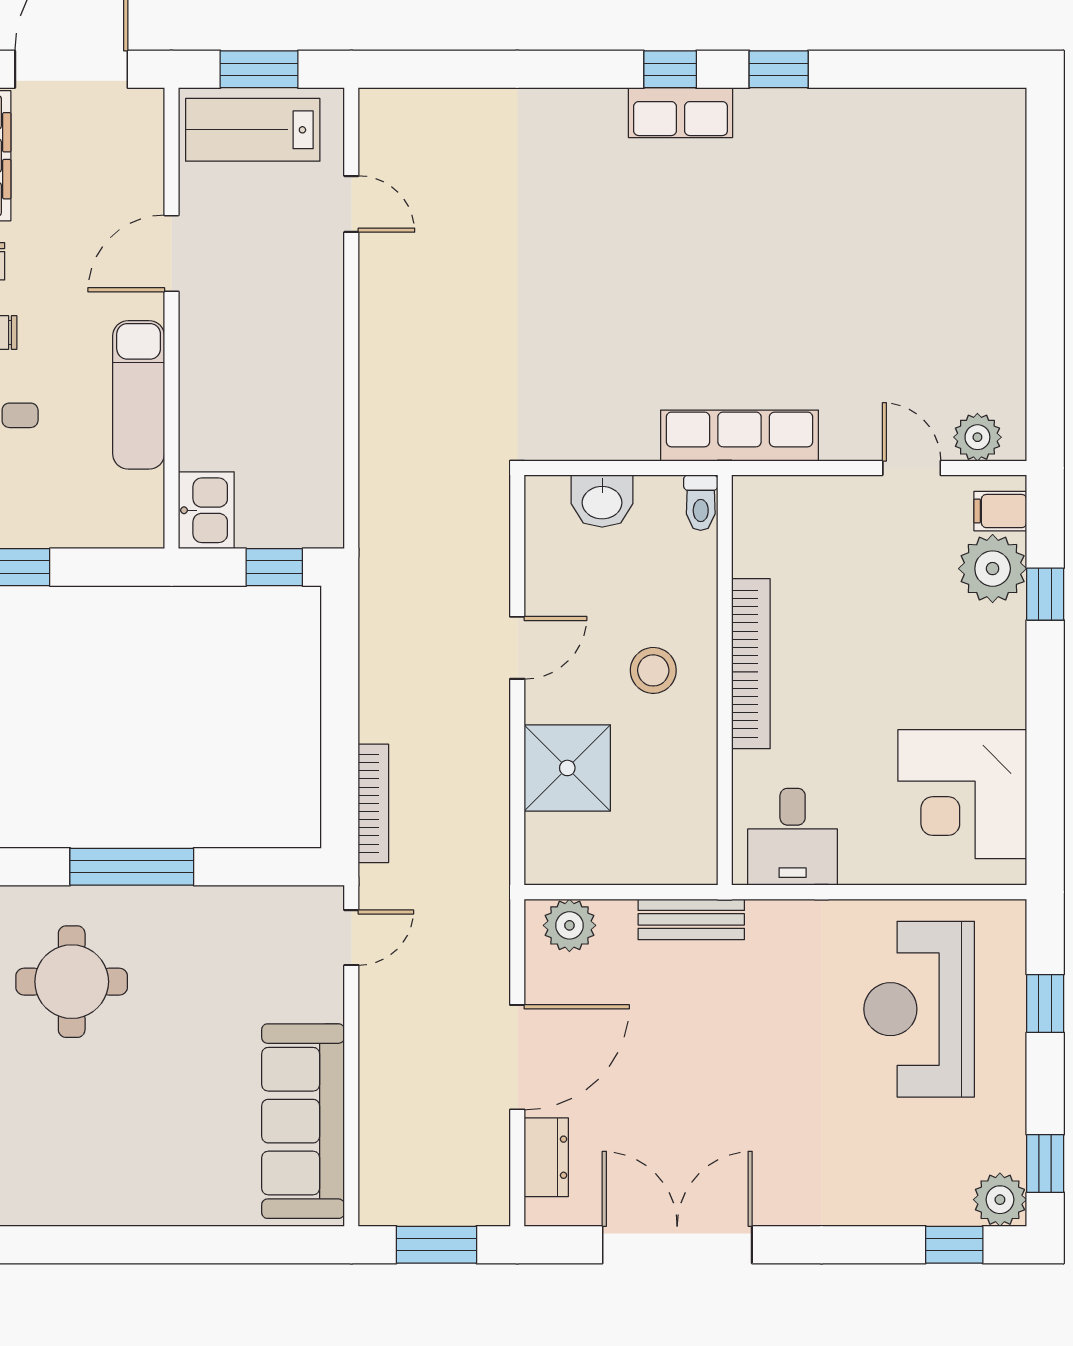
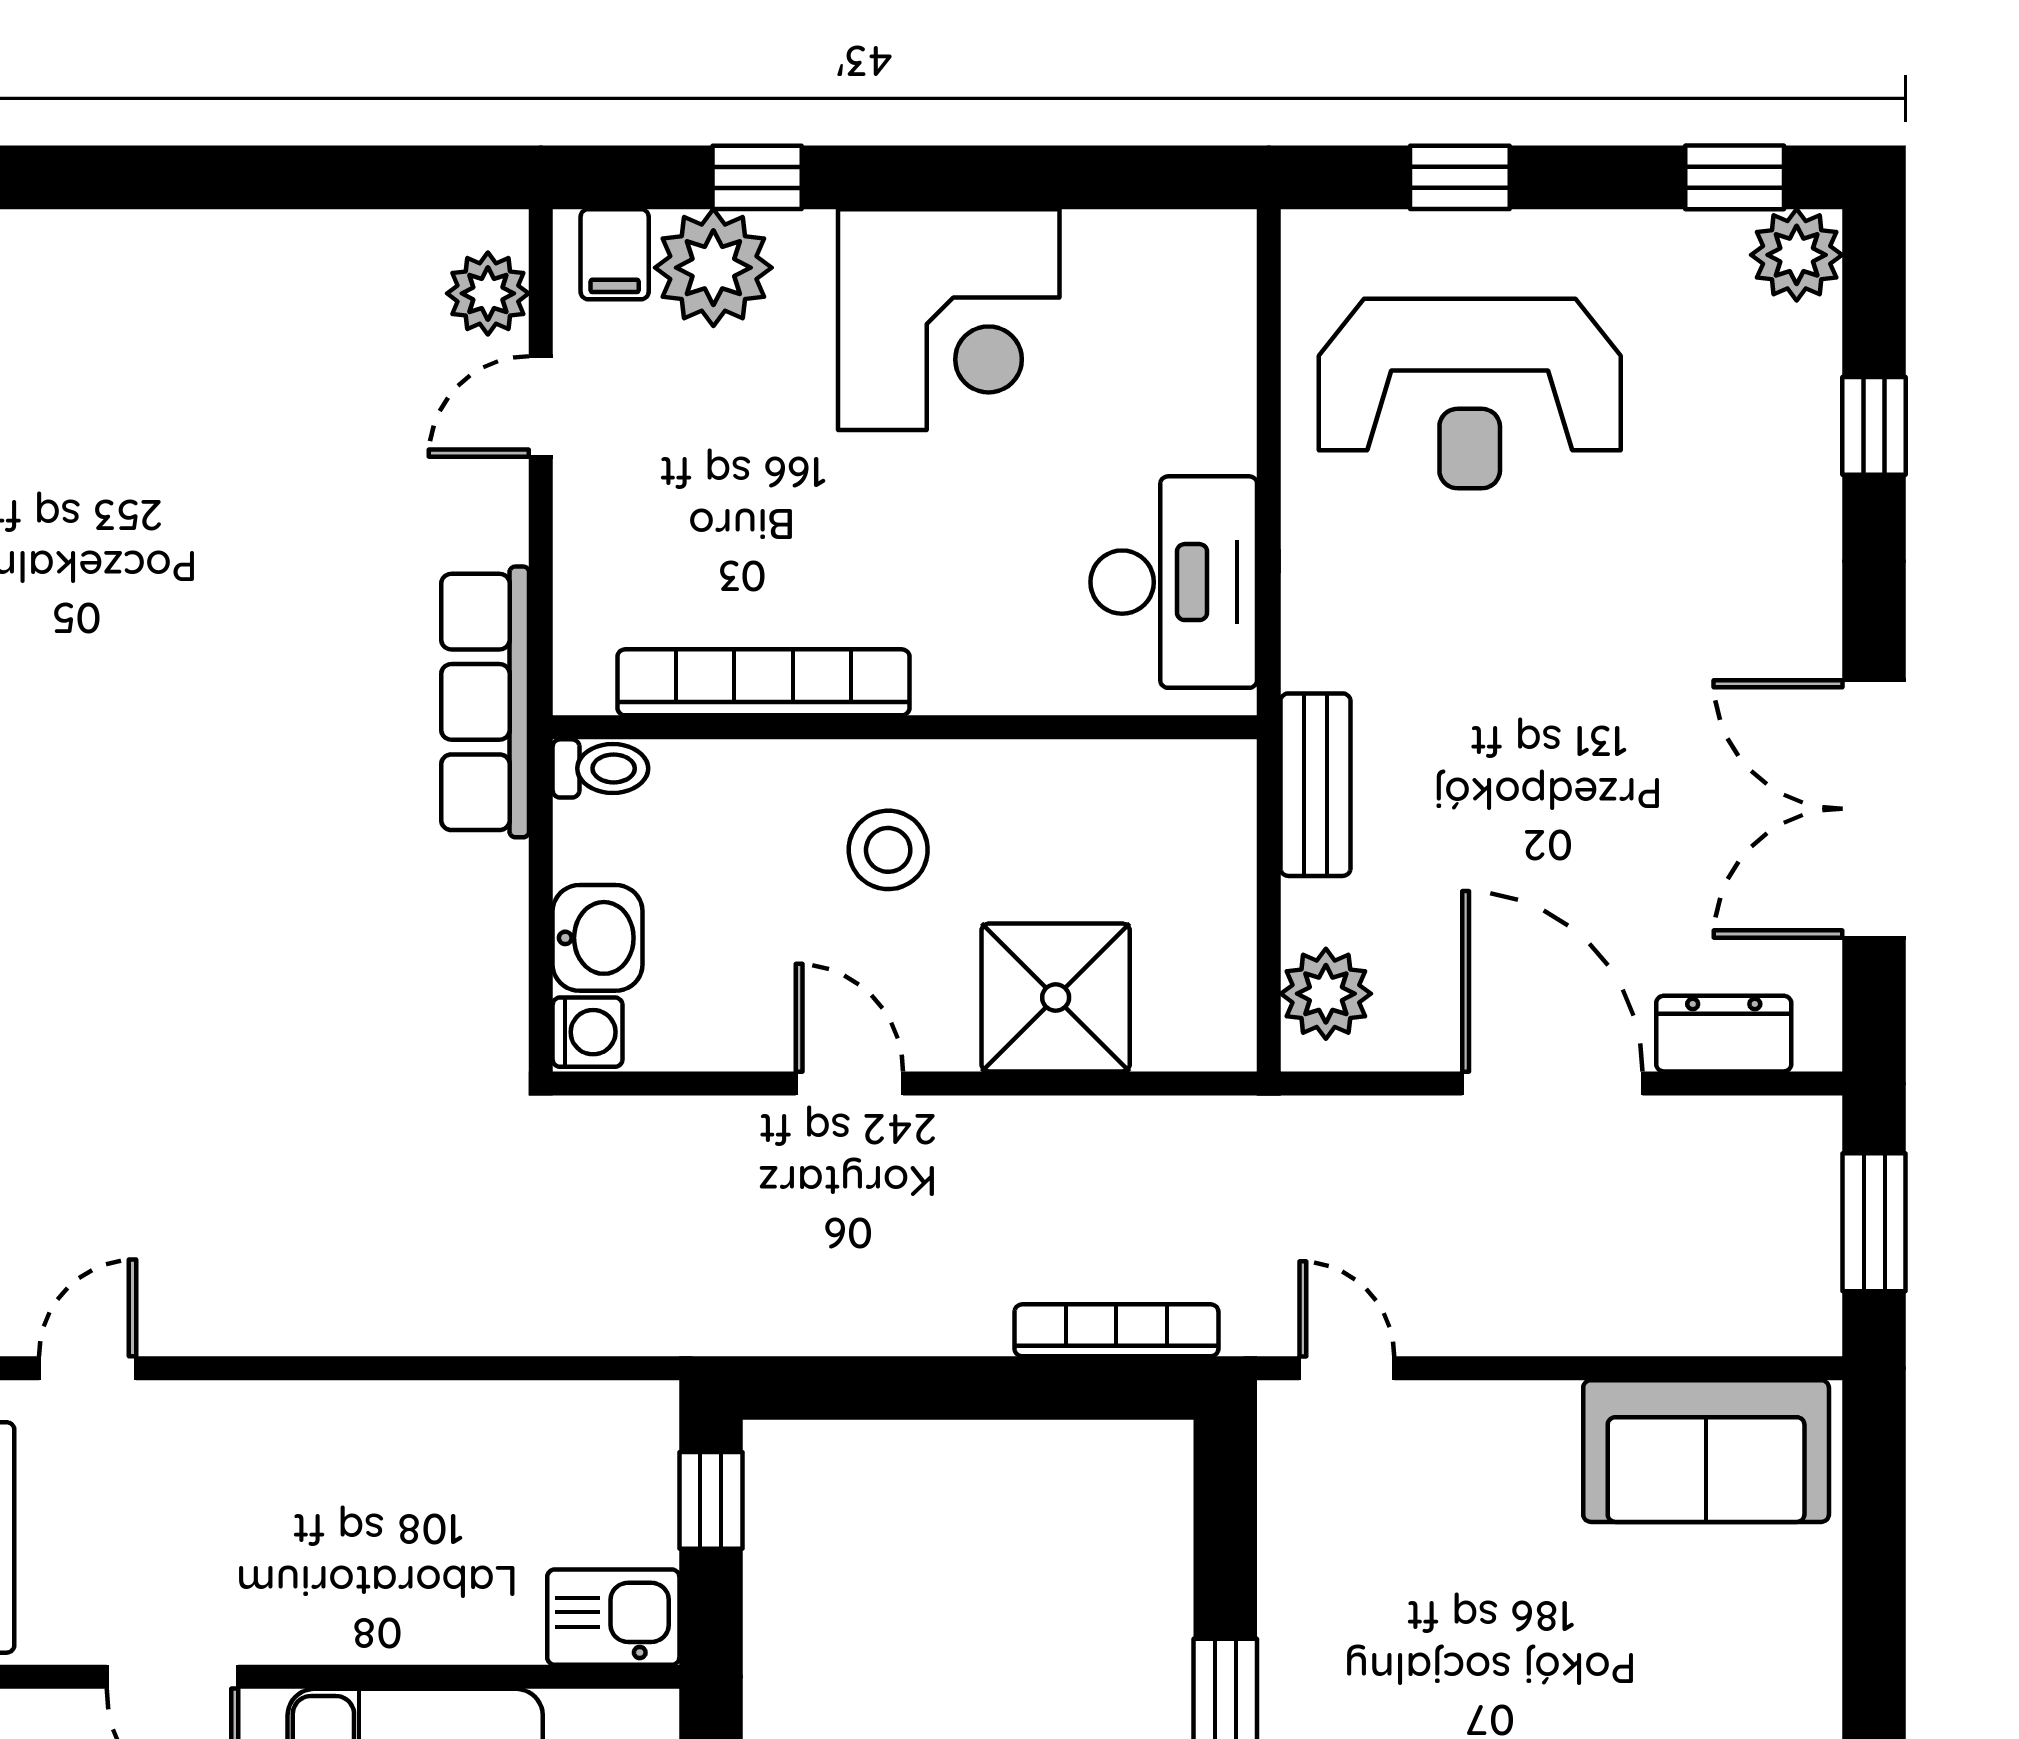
washing machine: (547, 495) -> (588, 1032), added
bookcase: (751, 664) -> (763, 682), moved
corner desk: (962, 794) -> (949, 320), moved
desk: (793, 837) -> (1174, 582), width x1.37
sofa: (303, 1121) -> (1706, 1451), width x0.73
window: (954, 1245) -> (1874, 426), moved

